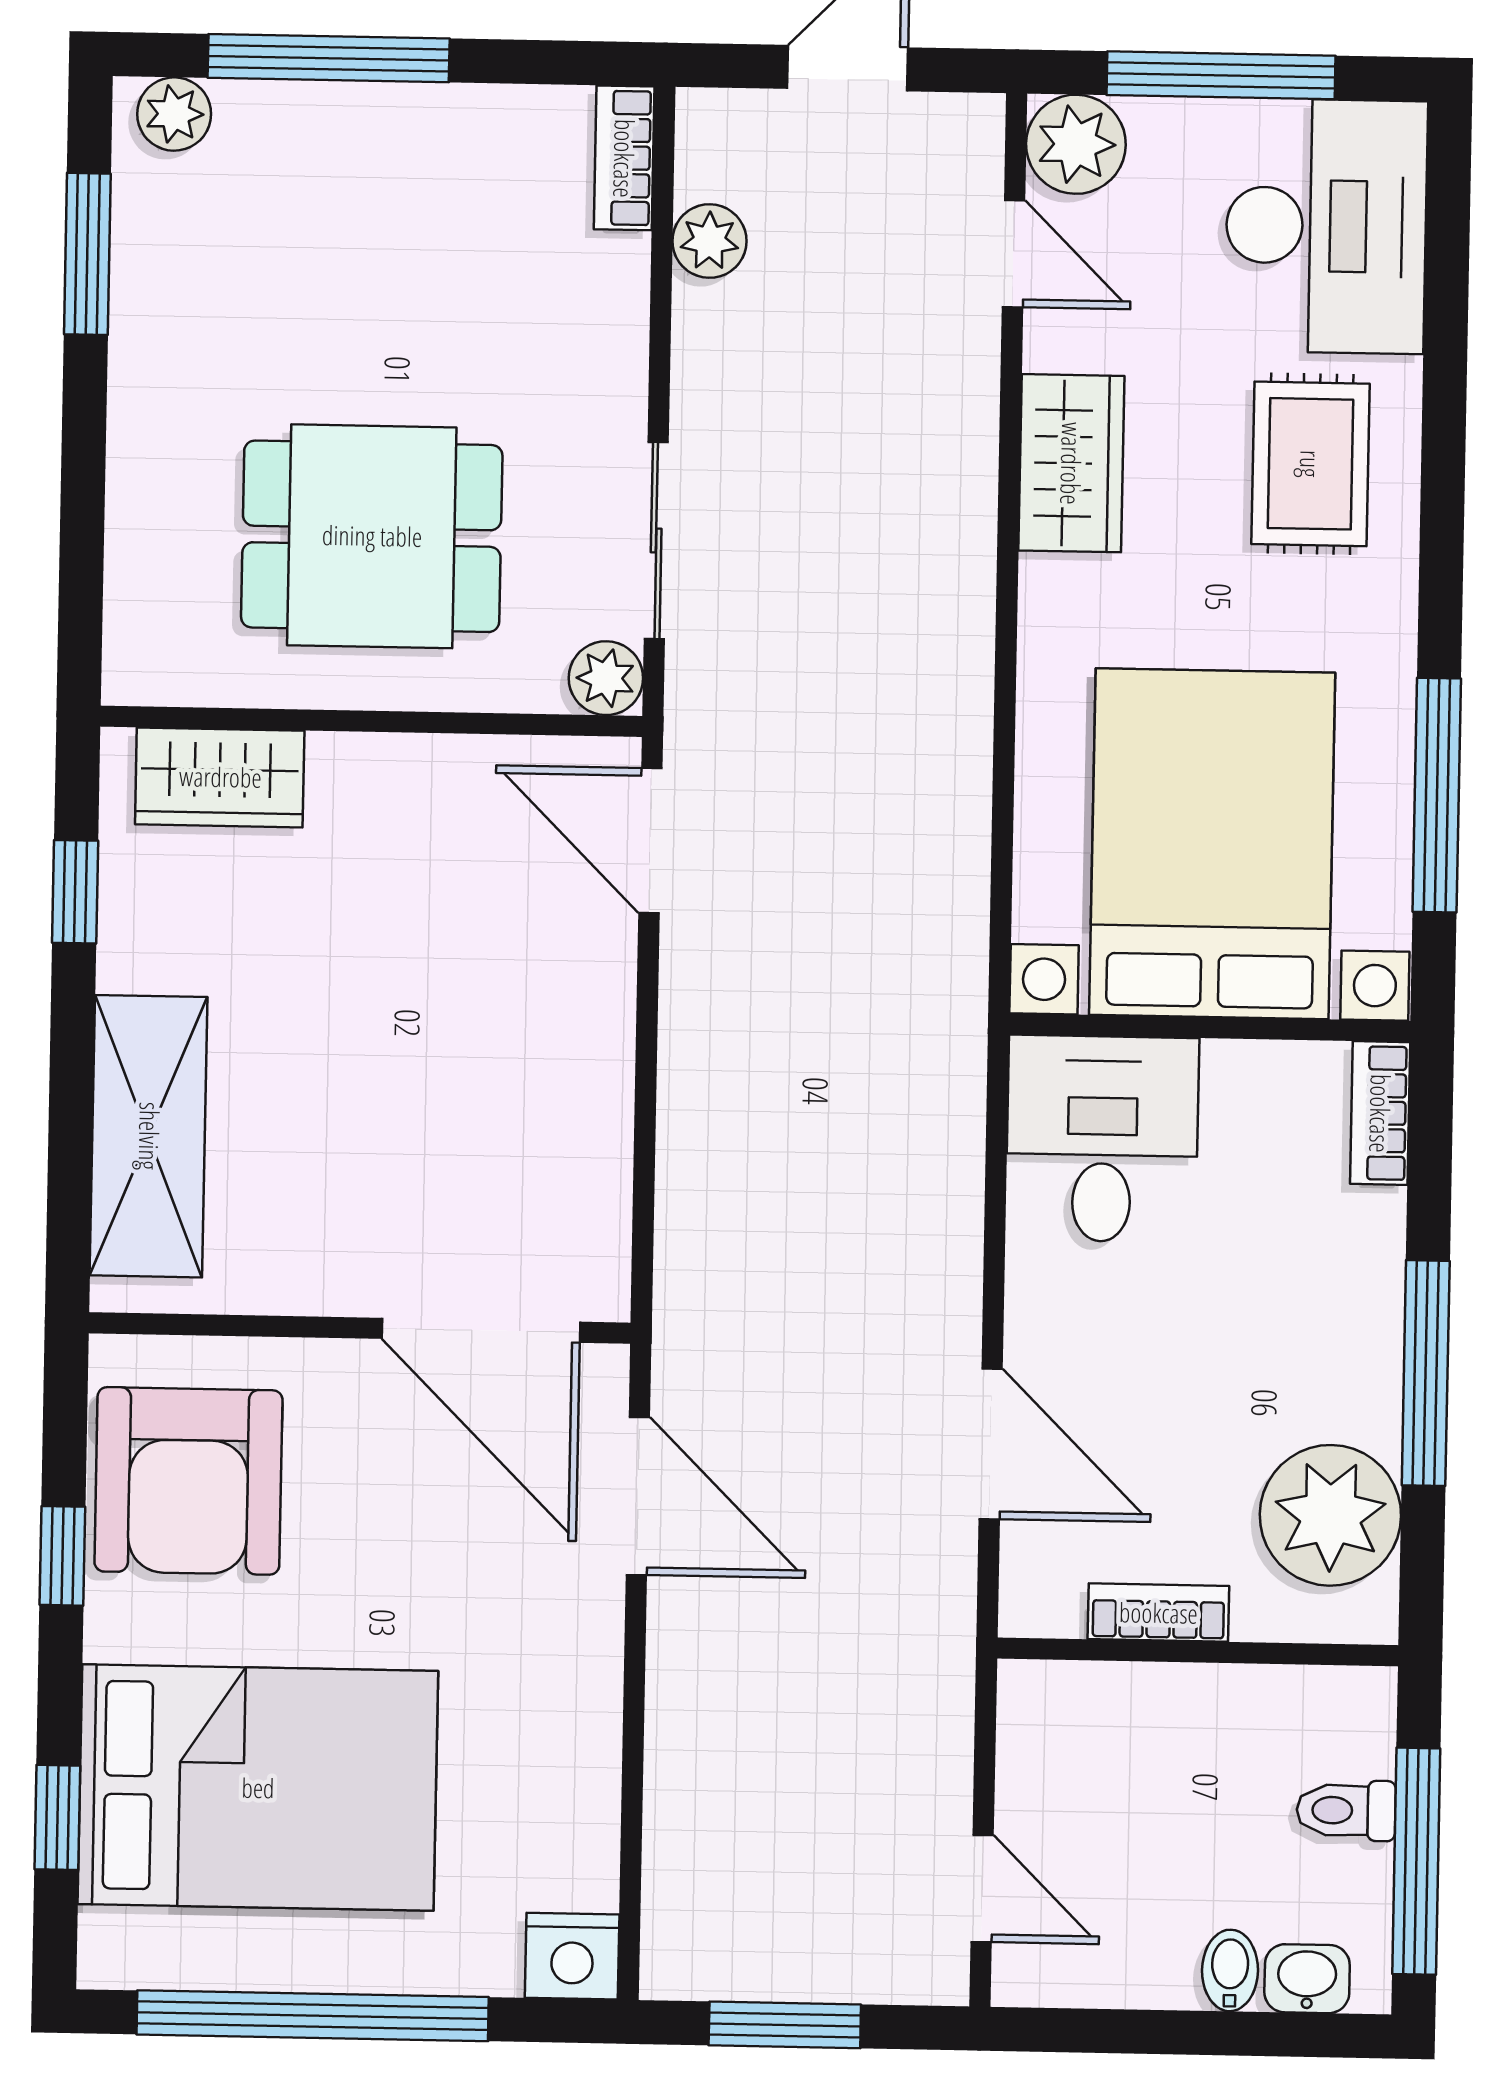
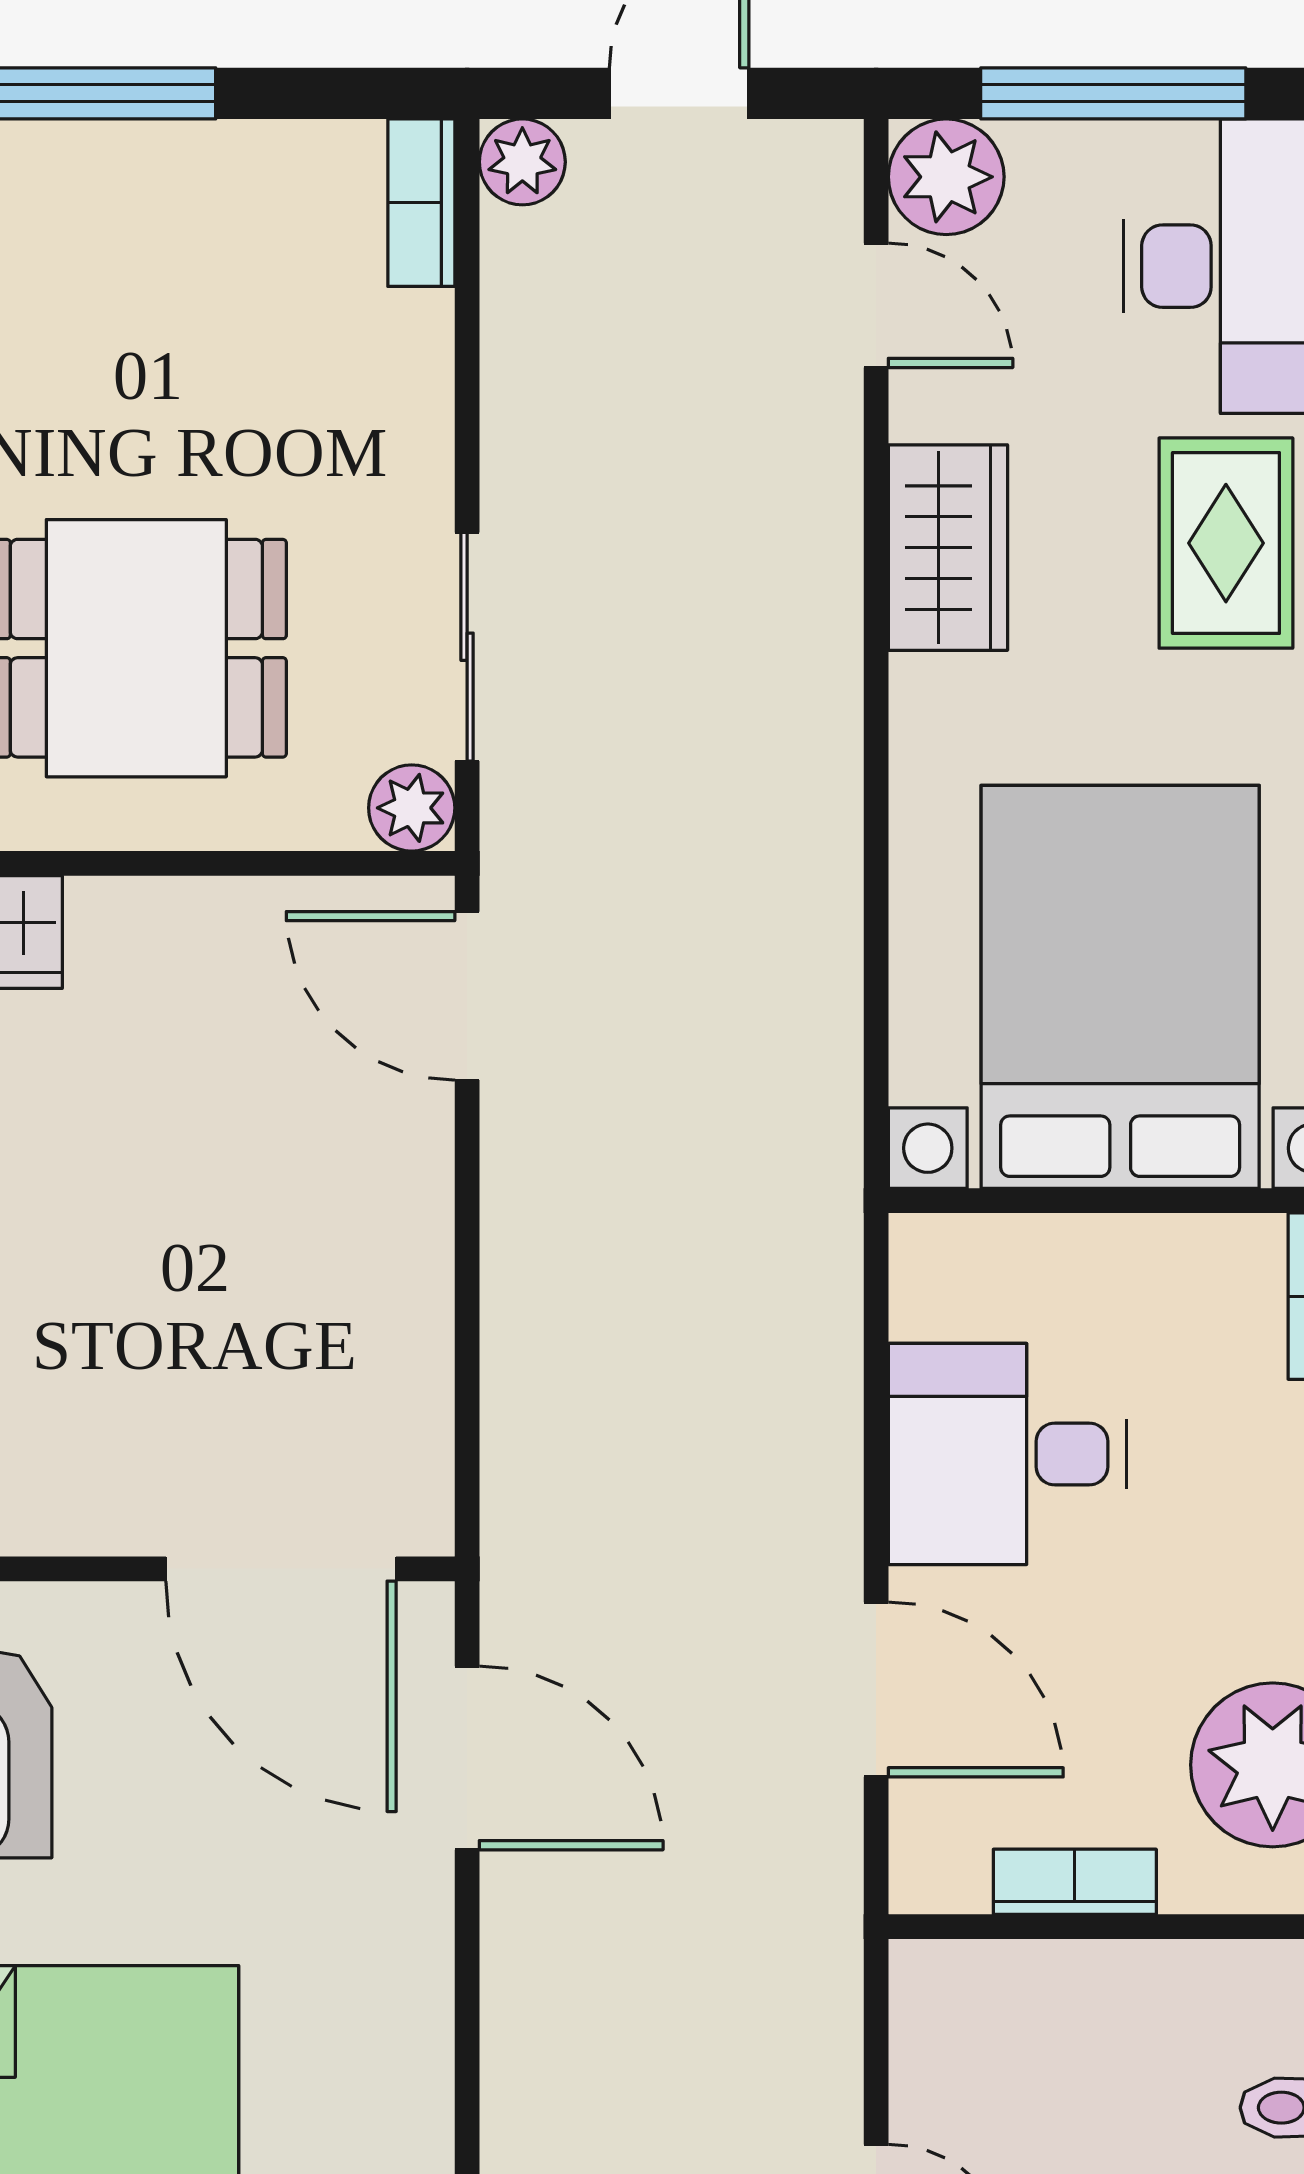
plant: (709, 241) -> (522, 162), moved
desk: (1102, 1139) -> (1008, 1454), moved, turned -90

